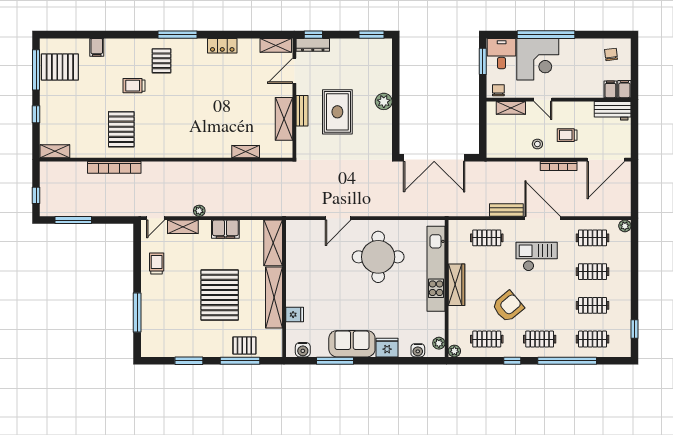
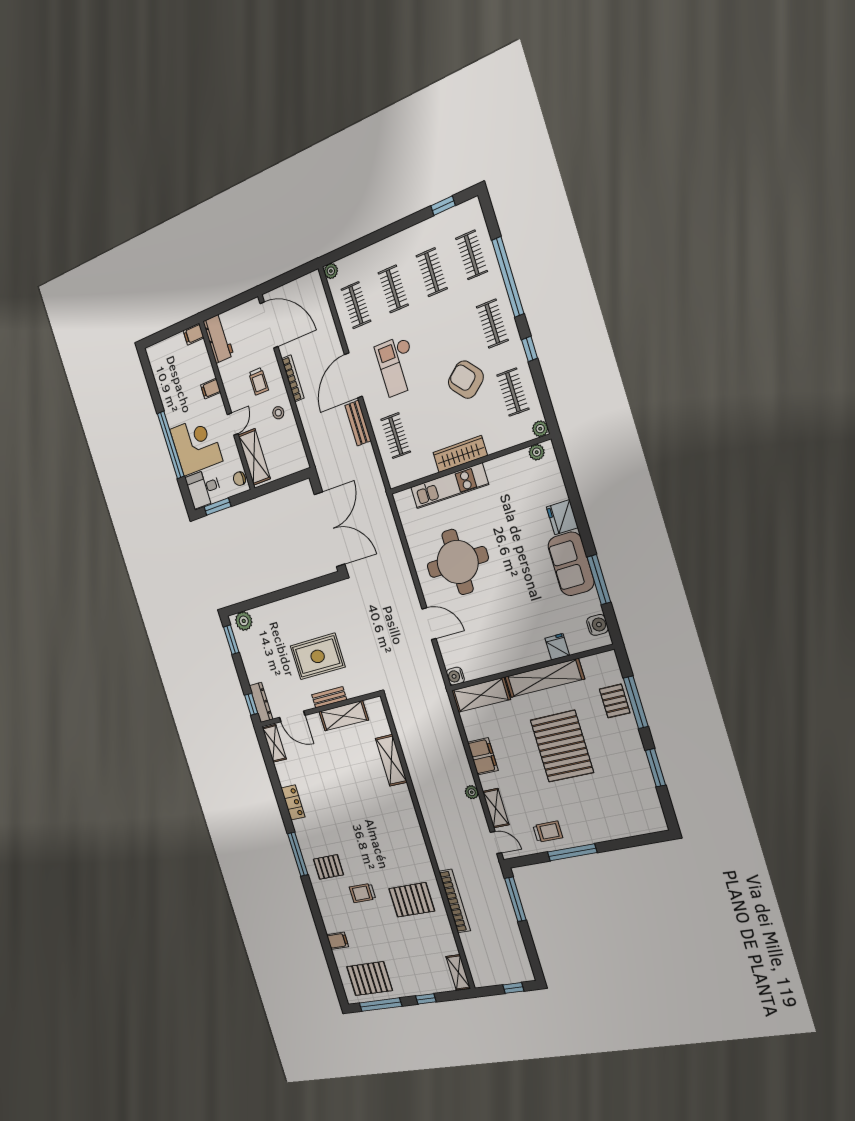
chair: (611, 54) -> (166, 364), removed
pallet: (60, 67) -> (370, 979), turned 90
trolley: (134, 86) -> (362, 893), turned 90
filing cabinet: (610, 89) -> (211, 389), moved
plant: (384, 101) -> (244, 621), moved
shelving: (511, 108) -> (254, 457), width x1.50, depth x1.33
shelving: (246, 152) -> (391, 760), width x1.50, depth x1.33
window: (73, 220) -> (515, 899), moved
trolley: (157, 263) -> (548, 832), turned 180
kitchen unit: (436, 269) -> (449, 486), width x0.73
pallet: (220, 295) -> (562, 746), turned 90
window: (137, 313) -> (572, 852), moved
water cooler: (418, 350) -> (455, 676), moved, turned 180

